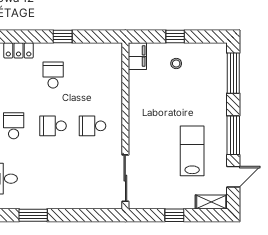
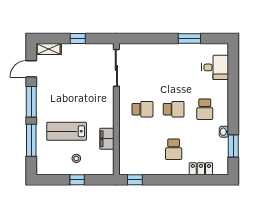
window: (63, 36) -> (135, 180), moved
filing cabinet: (137, 56) -> (107, 139), moved
window: (233, 73) -> (31, 140), moved
lab bench: (192, 151) -> (67, 131), moved, turned 90

